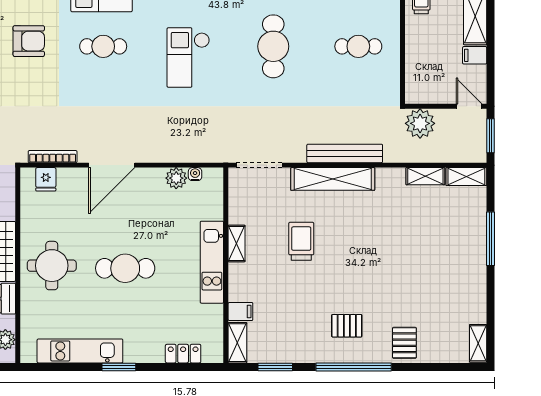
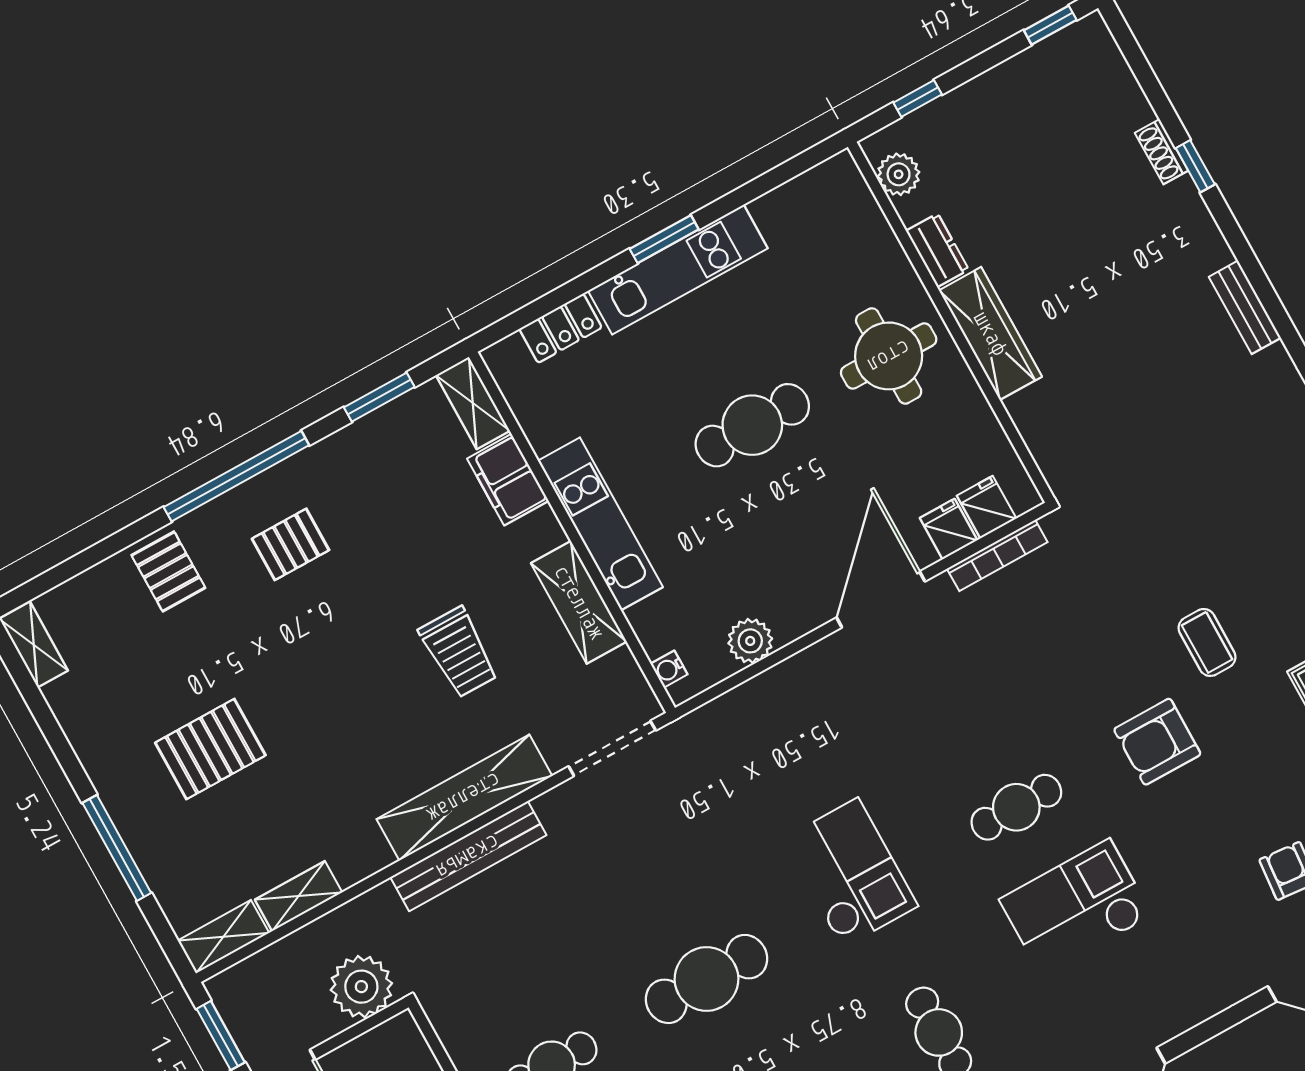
cafe table: (273, 46) -> (707, 979), turned 90
water cooler: (195, 174) -> (669, 669), moved, turned 90
fridge: (67, 179) -> (949, 529), added
shelving: (237, 243) -> (579, 602), width x1.50, depth x1.33
pallet: (428, 258) -> (210, 749), added
filing cabinet: (240, 312) -> (508, 480), width x2.00
kitchen unit: (80, 351) -> (678, 270), moved

